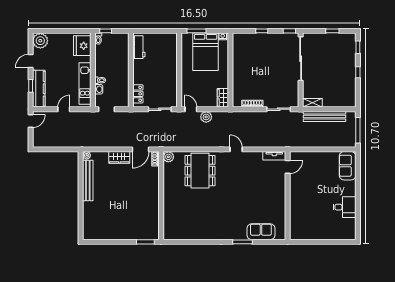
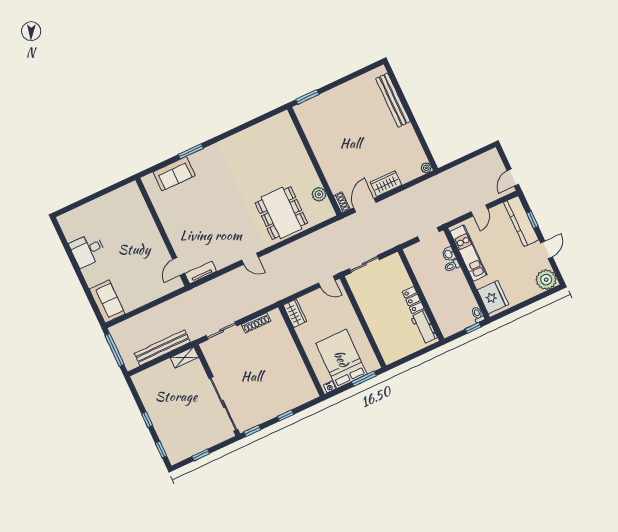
locker: (138, 94) -> (413, 300), moved
plant: (206, 117) -> (304, 281), removed
plant: (168, 157) -> (319, 194), moved
bench: (88, 180) -> (393, 100), moved

